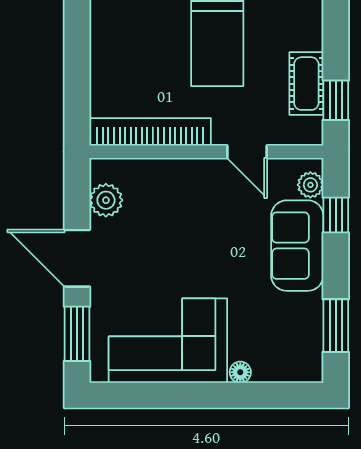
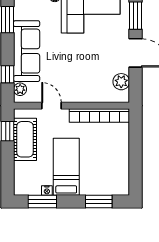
cot: (306, 84) -> (25, 139), width x1.37, depth x1.34
sofa: (297, 246) -> (27, 51), width x1.36

